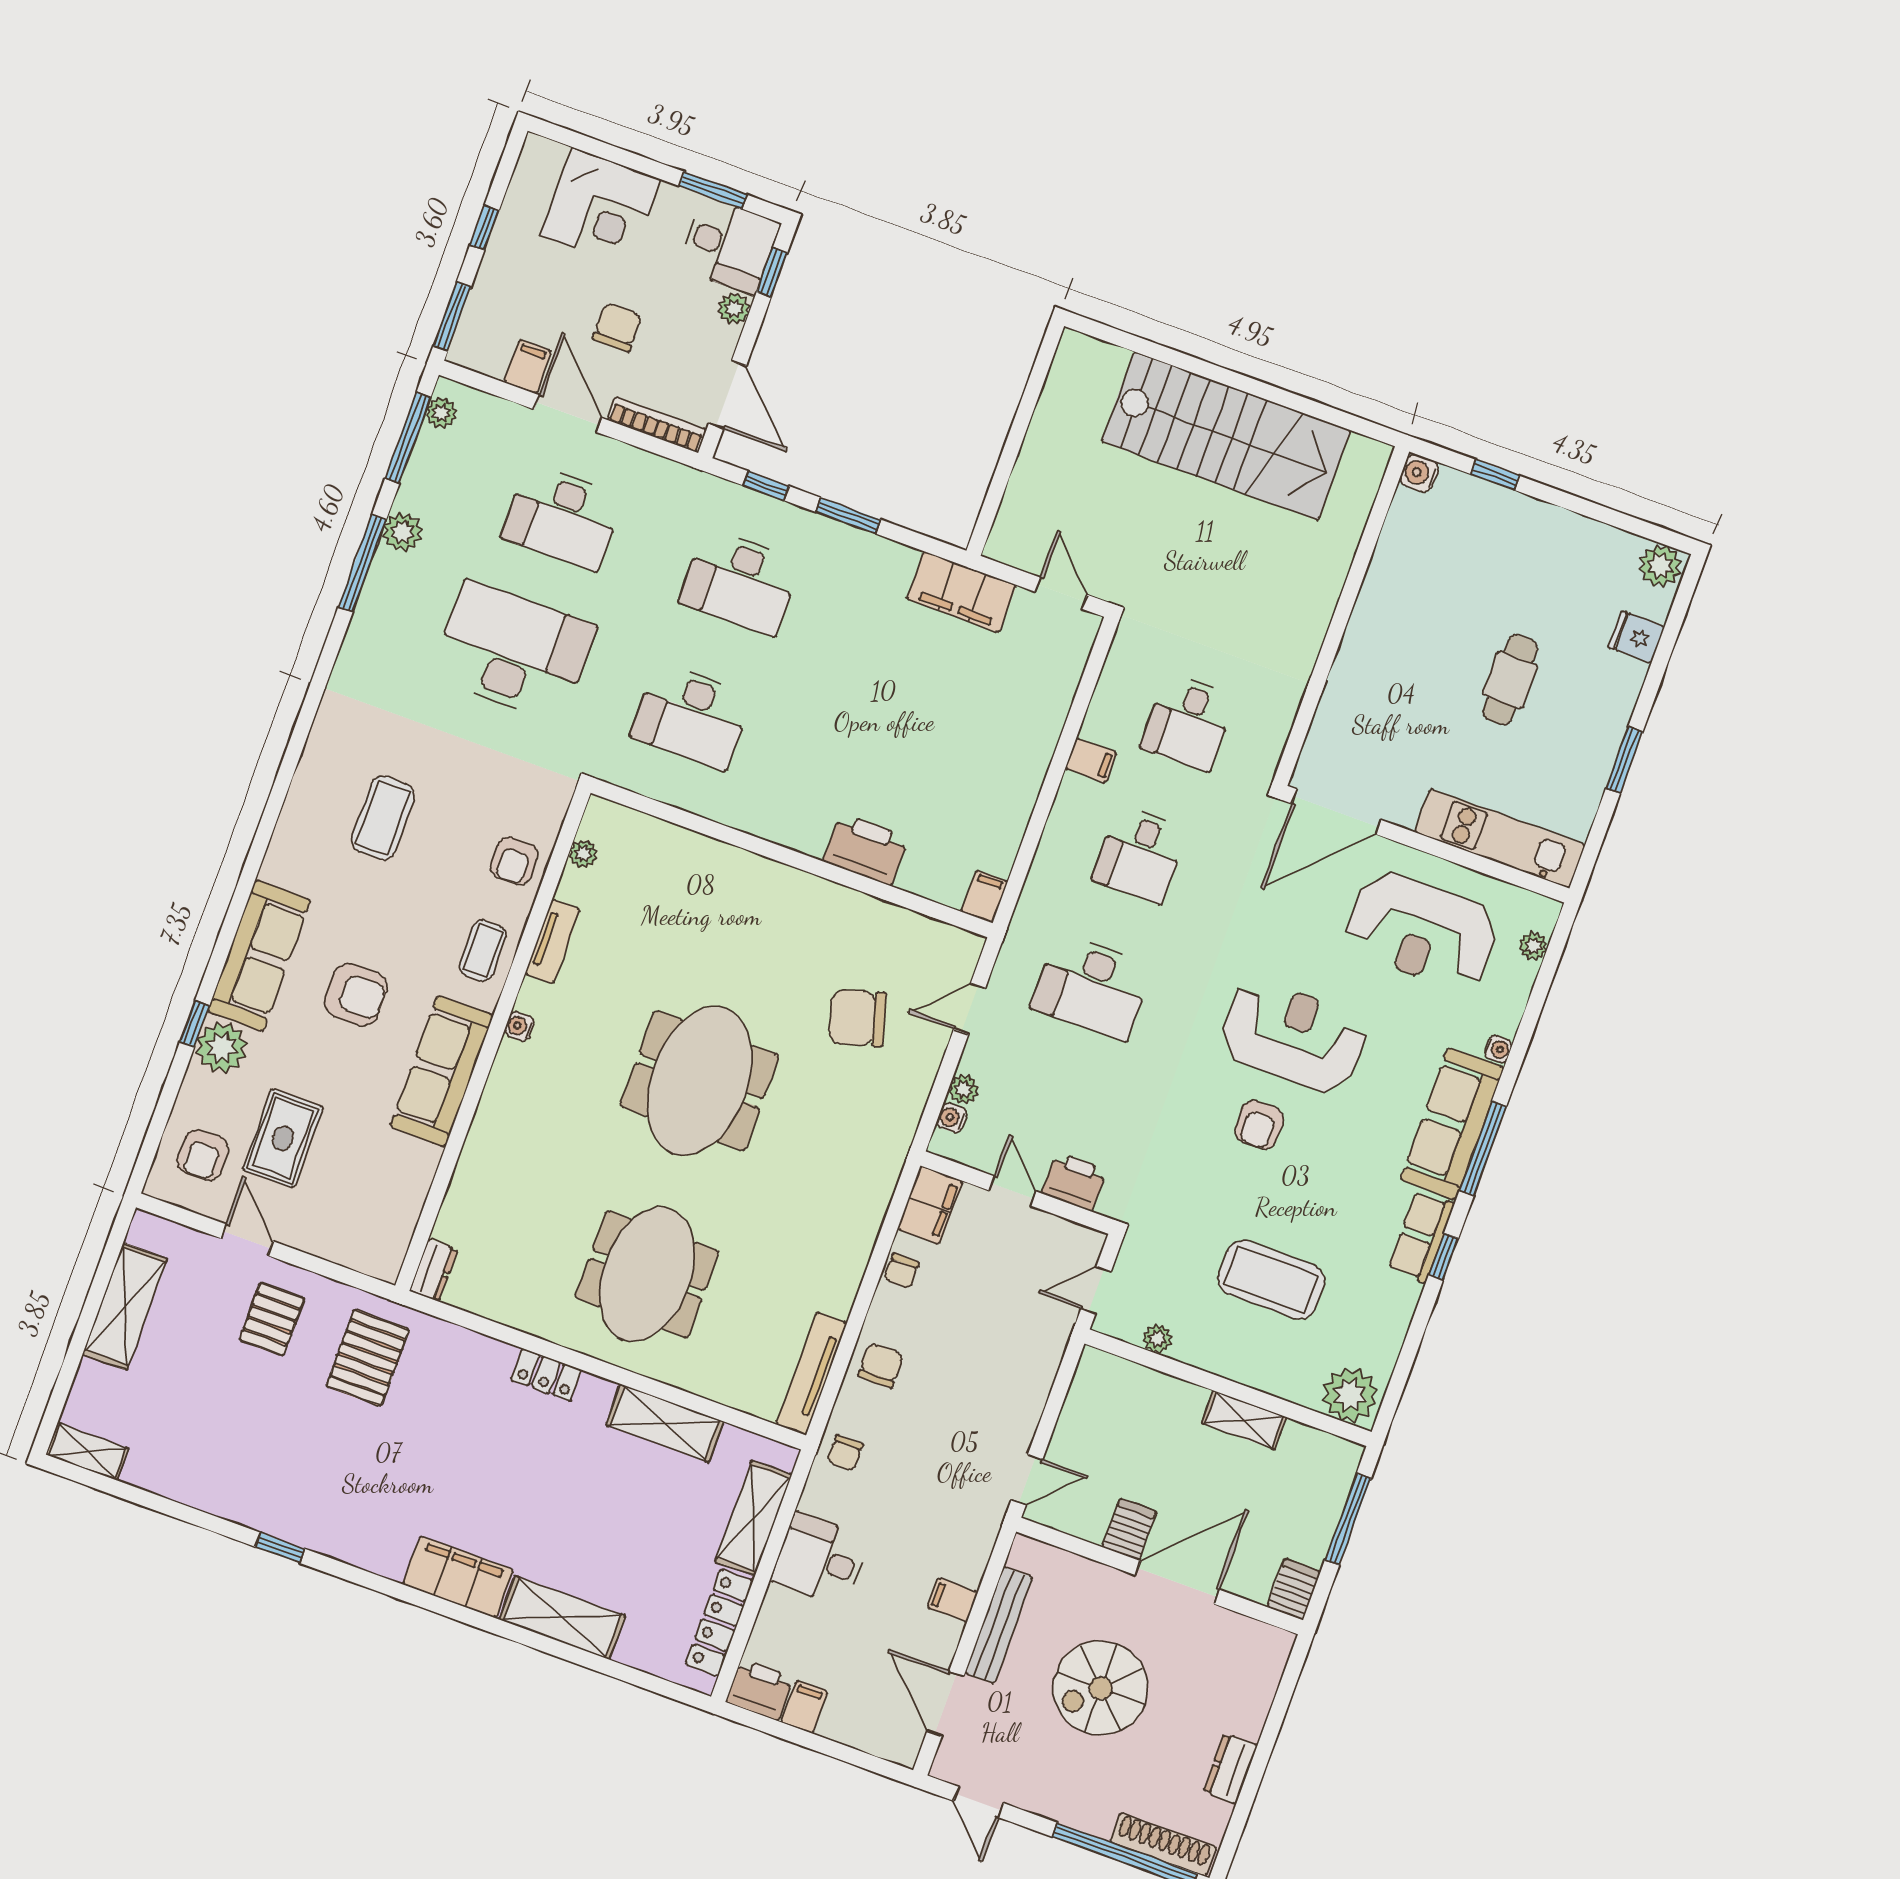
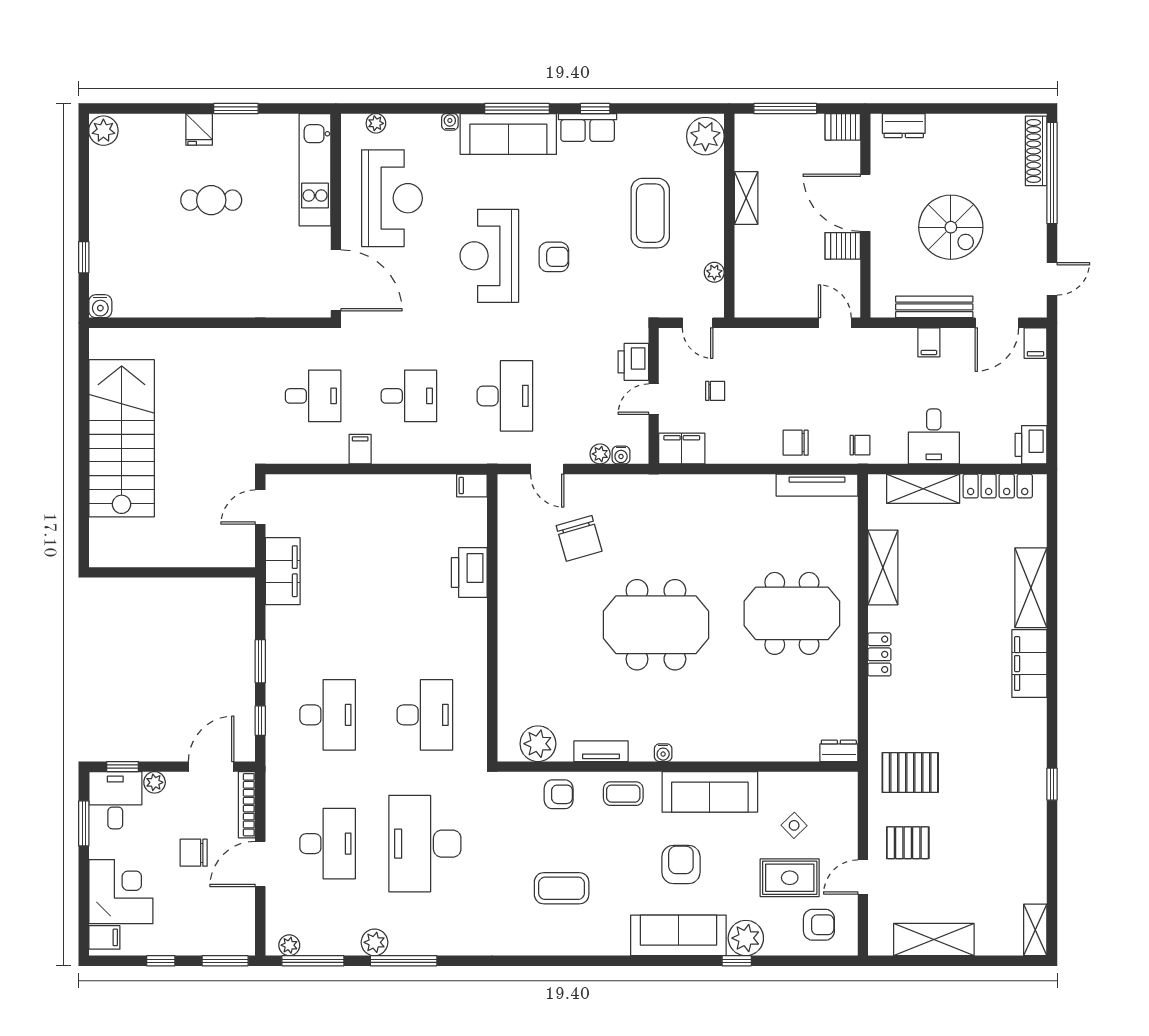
filing cabinet: (528, 367) -> (104, 937), moved, turned 180
fridge: (1636, 637) -> (199, 129), moved
plant: (583, 854) -> (538, 744), width x1.87, depth x1.87
side table: (353, 1171) -> (794, 825), added
chair: (902, 1271) -> (715, 391), moved
filing cabinet: (804, 1707) -> (1035, 343), moved, turned -90
dresser: (1230, 1769) -> (904, 126), moved

